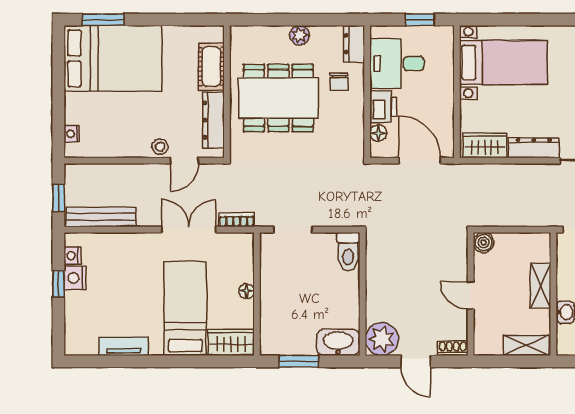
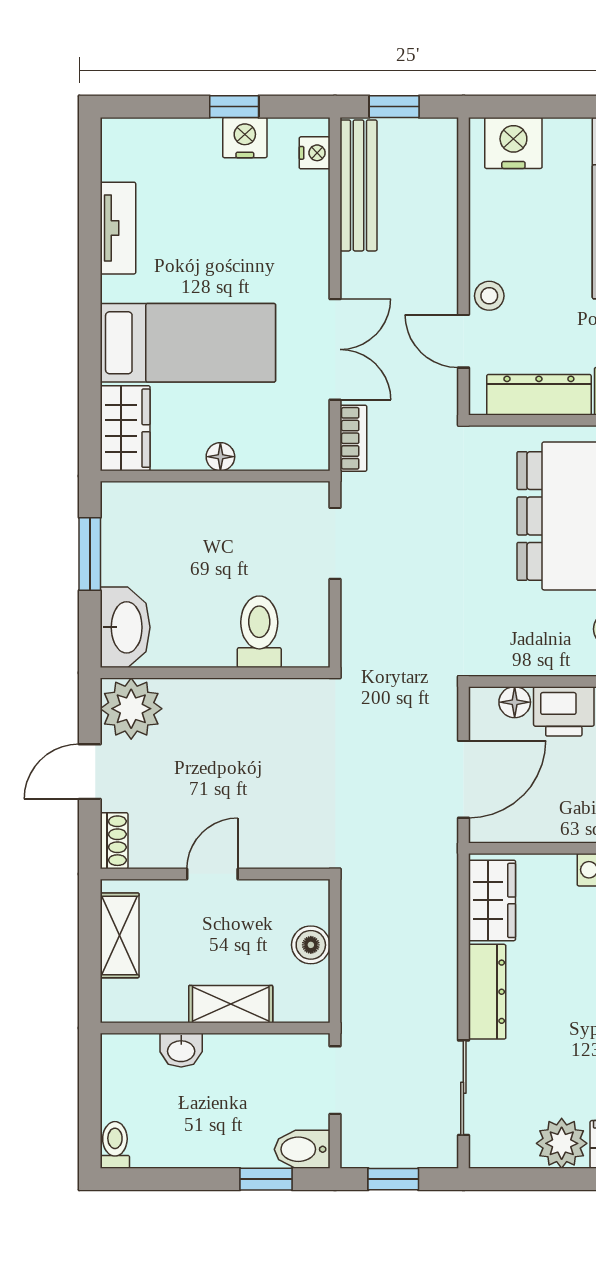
nightstand: (72, 134) -> (513, 143), width x1.89, depth x1.79
boiler: (484, 243) -> (311, 945), moved
toilet: (348, 252) -> (259, 632), moved, turned 90
nightstand: (72, 256) -> (315, 153), moved, turned 90
shelving: (526, 345) -> (120, 935), moved

